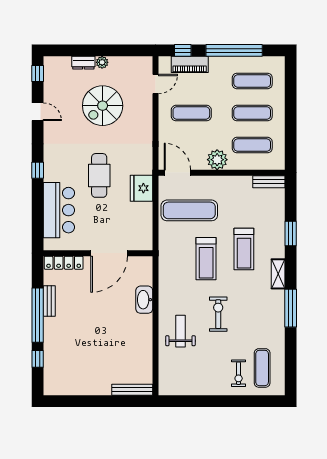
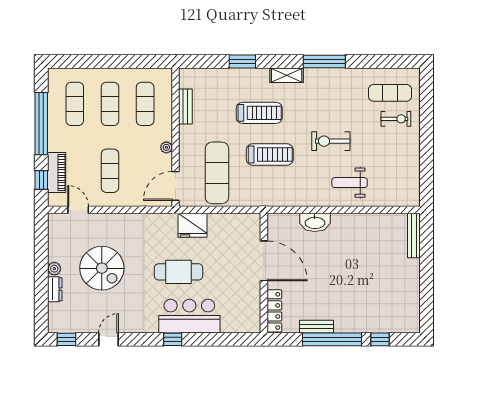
plant: (217, 160) -> (166, 147), width x0.53, depth x0.53
bench: (269, 182) -> (185, 106), moved
bar counter: (59, 210) -> (189, 316), moved

